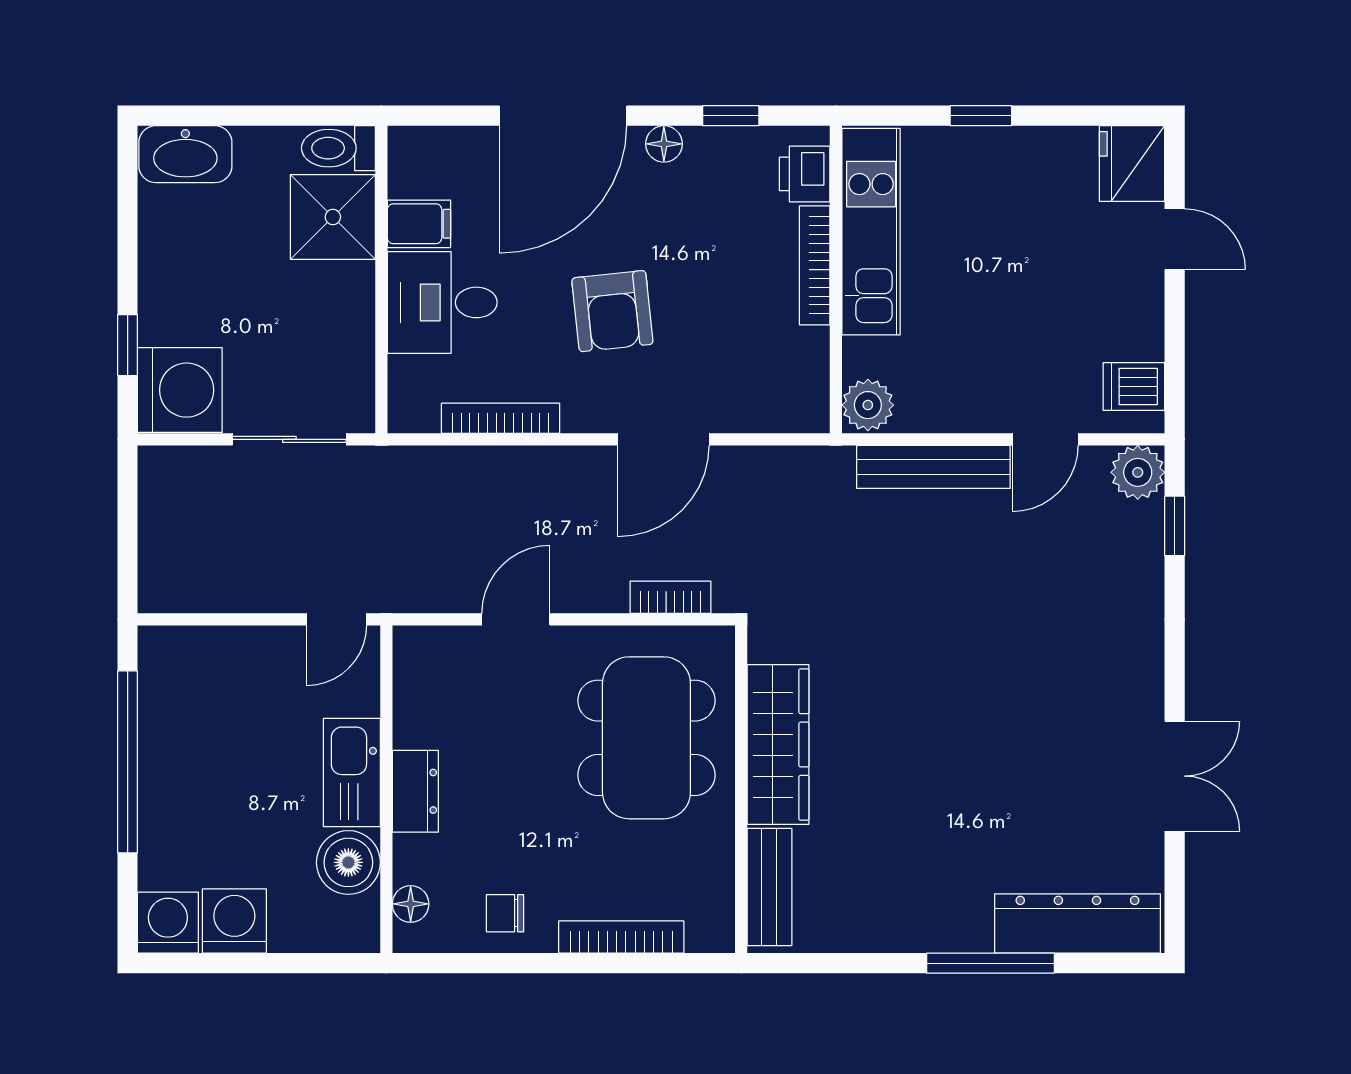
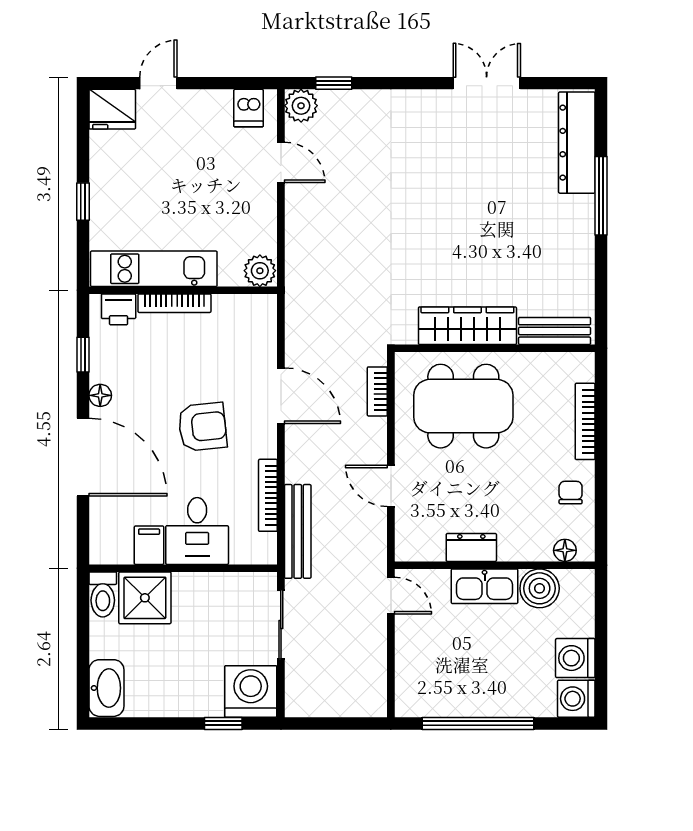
bench: (933, 467) -> (298, 531), moved
dresser: (415, 791) -> (471, 547), moved
chair: (505, 913) -> (571, 493), turned 180

